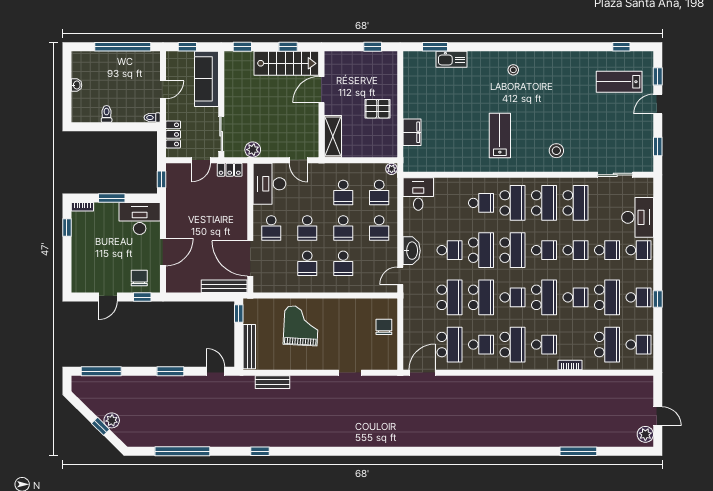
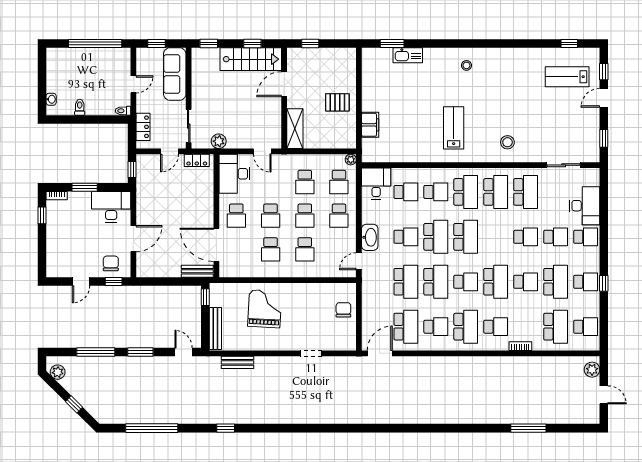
window: (373, 47) -> (310, 43), moved
washbasin: (76, 85) -> (51, 99), moved
school desk: (544, 250) -> (406, 192), moved
bench: (224, 286) -> (197, 271), width x0.73
window: (101, 371) -> (96, 352), moved
plant: (112, 420) -> (58, 372), moved
plant: (645, 434) -> (592, 370), moved

